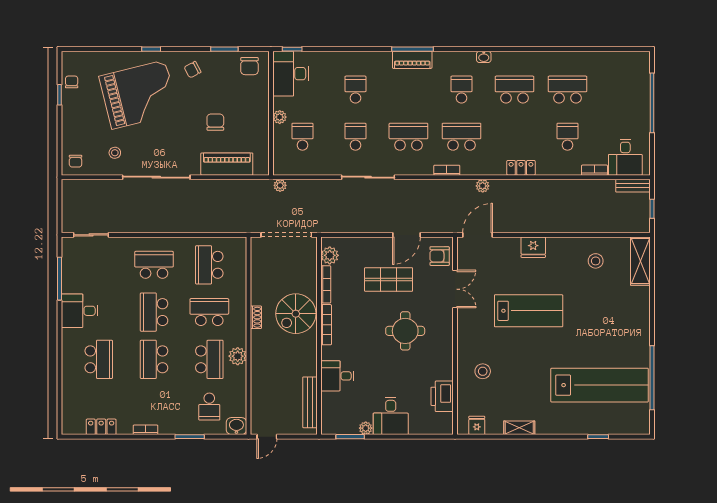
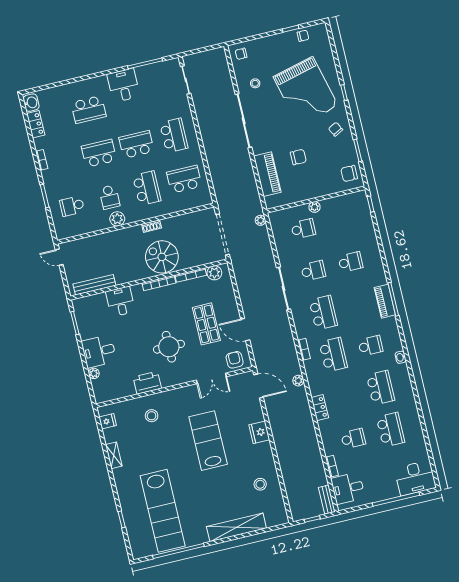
desk: (291, 74) -> (415, 478), moved, turned 180
shelving: (640, 261) -> (236, 527), moved, width x1.47
lab bench: (529, 311) -> (208, 441), turned 180
school desk: (209, 359) -> (109, 197), width x0.54
printer: (442, 396) -> (147, 383), moved
washbasin: (236, 426) -> (31, 103), moved
plant: (366, 428) -> (94, 373), moved

